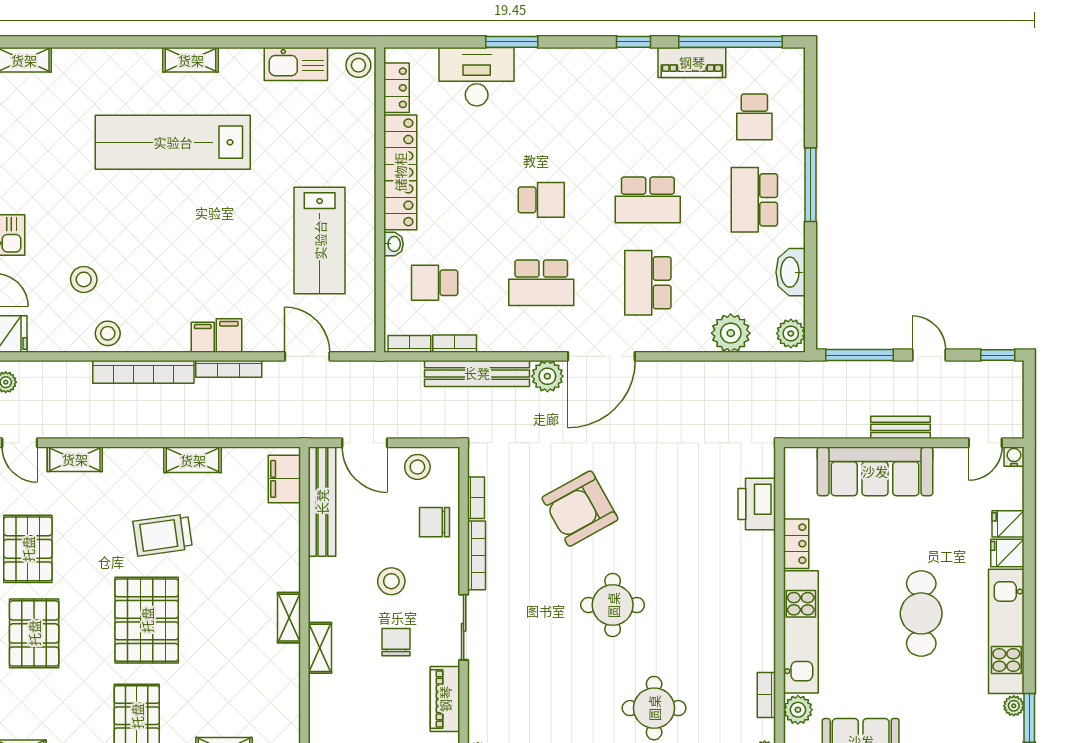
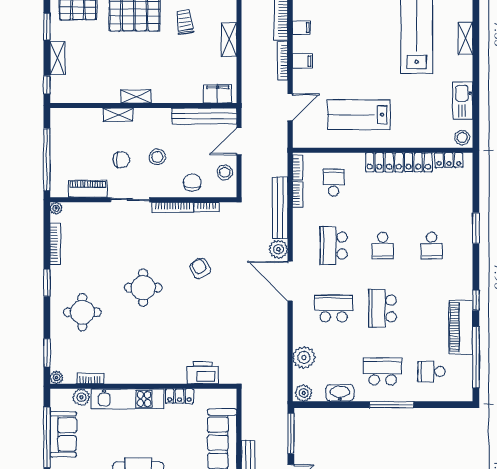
piano: (692, 62) -> (461, 327), width x1.37, depth x1.33
desk: (477, 77) -> (455, 207), removed
school desk: (541, 117) -> (432, 246), added
washbasin: (394, 244) -> (357, 158), removed
filing cabinet: (203, 337) -> (301, 28), moved
armchair: (580, 509) -> (200, 268), width x0.53, depth x0.53
trolley: (163, 535) -> (185, 22), width x0.73, depth x0.72

